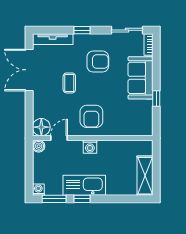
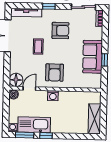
sofa: (140, 78) -> (93, 57), moved
kitchen sink: (84, 185) -> (34, 125), moved

